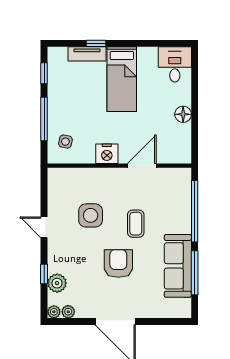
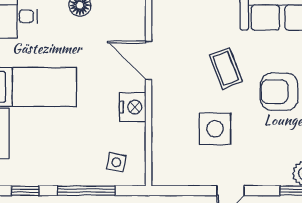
coffee table: (136, 224) -> (226, 68), turned 69

